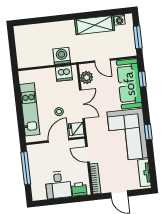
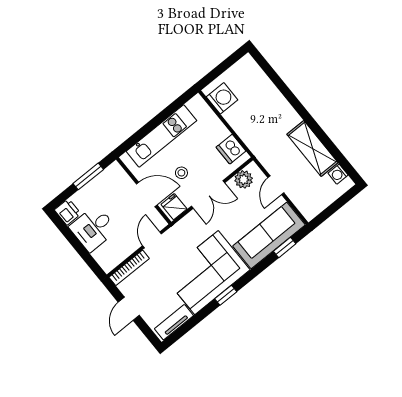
window: (138, 37) -> (331, 210), removed
washing machine: (62, 56) -> (222, 98), moved
window: (26, 168) -> (88, 176), width x0.69
printer: (79, 189) -> (68, 212), moved

